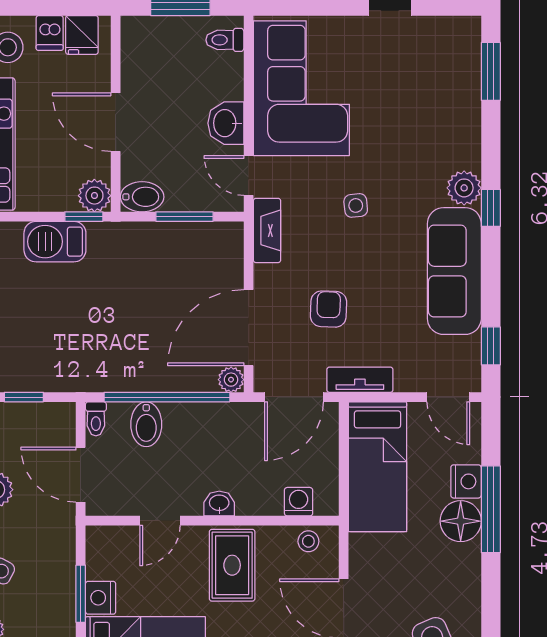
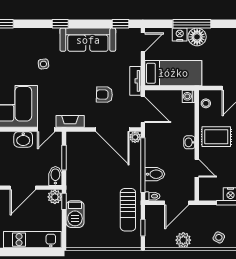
plant: (464, 188) -> (52, 35), removed
side table: (356, 205) -> (43, 64), moved
sun lounger: (65, 363) -> (128, 210), added
washing machine: (299, 502) -> (189, 96), moved

